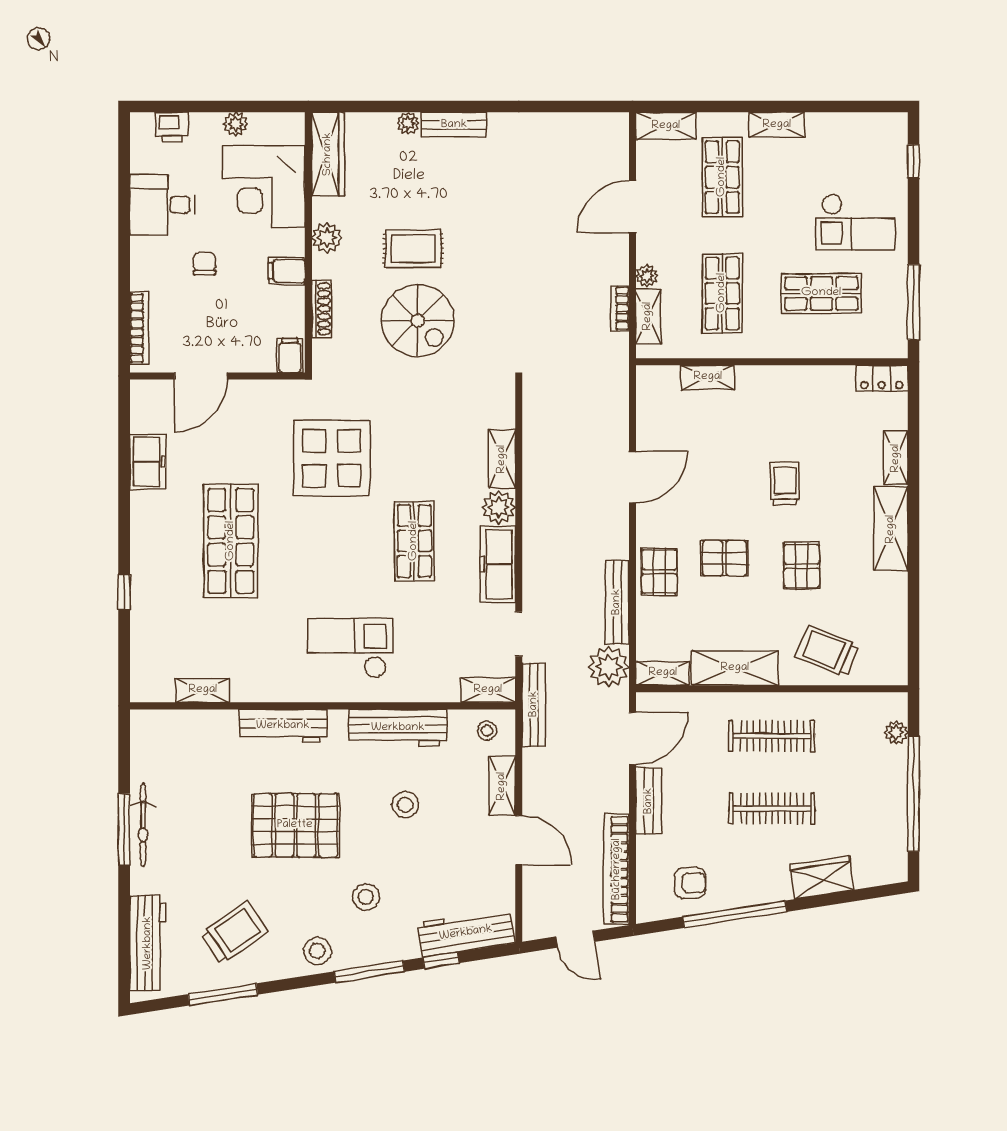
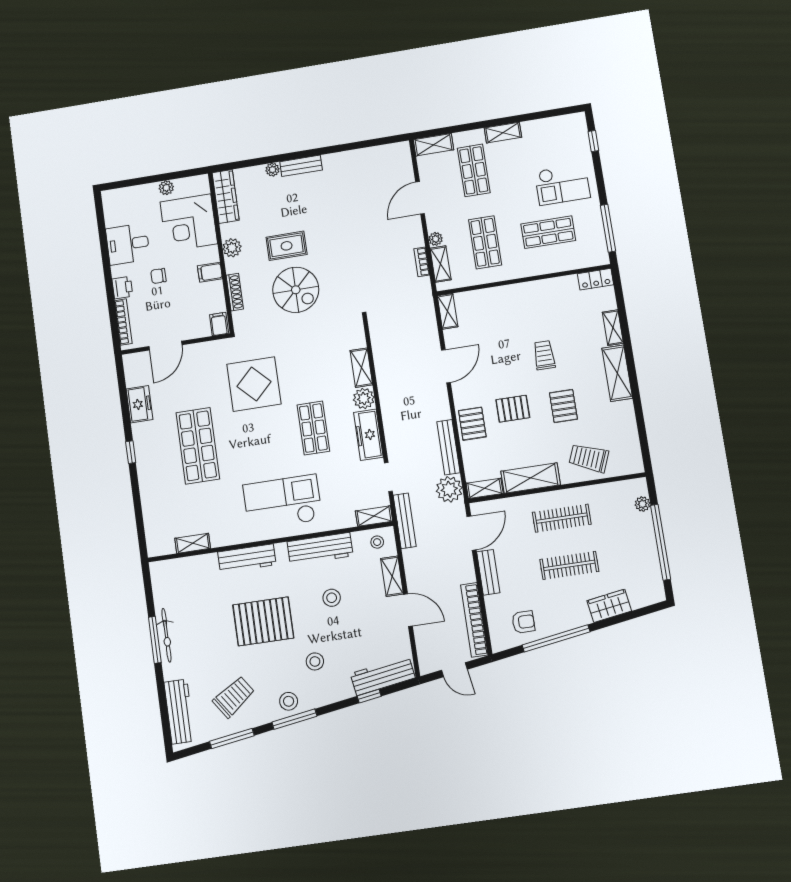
printer: (172, 127) -> (122, 288), moved, turned -90
chair: (204, 264) -> (158, 276), turned -90
shelving: (708, 377) -> (448, 311), moved, turned 90
window: (124, 592) -> (131, 452), moved
checkout: (350, 648) -> (282, 502), width x1.36, depth x1.21
window: (369, 972) -> (294, 719), moved

